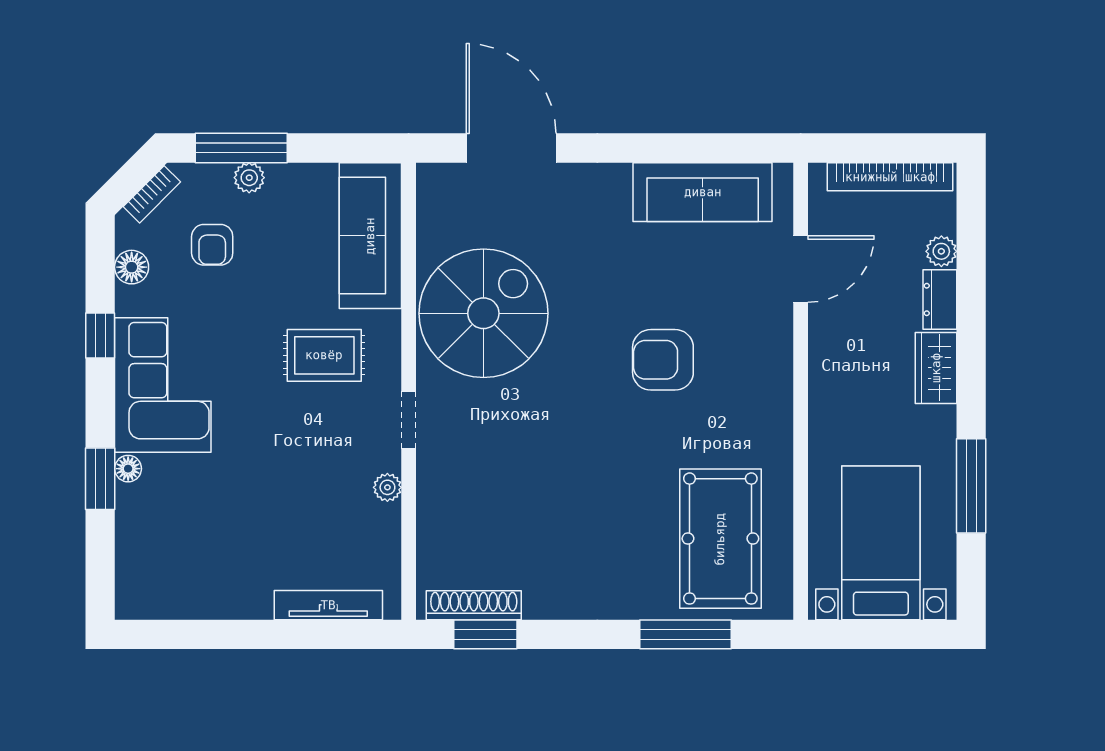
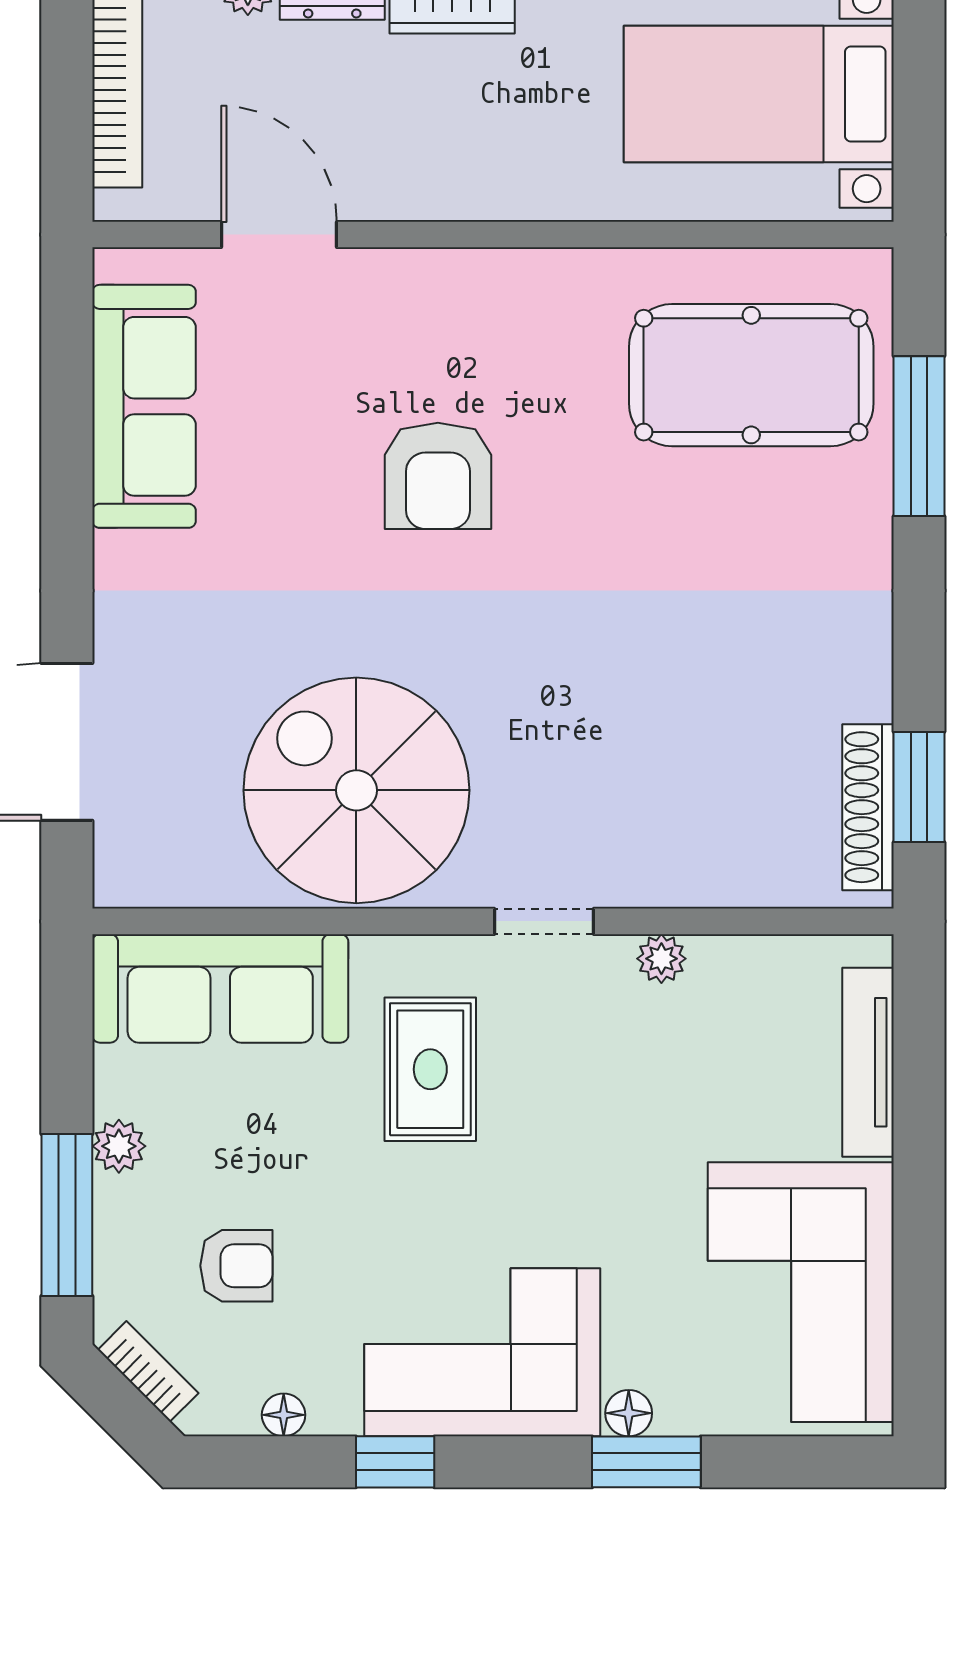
plant: (249, 178) -> (119, 1146), moved
floor lamp: (132, 267) -> (284, 1415), width x0.73, depth x0.73
corner sofa: (197, 567) -> (801, 1292), added

